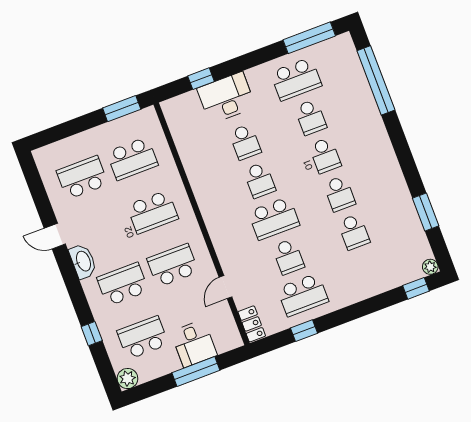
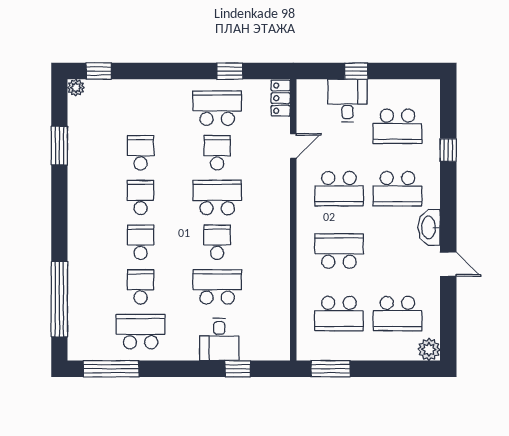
desk: (226, 98) -> (219, 339), width x0.73
school desk: (245, 142) -> (217, 287), width x1.85
school desk: (132, 159) -> (339, 314), turned 180
window: (196, 372) -> (356, 71), width x0.46
plant: (127, 379) -> (429, 349), moved

